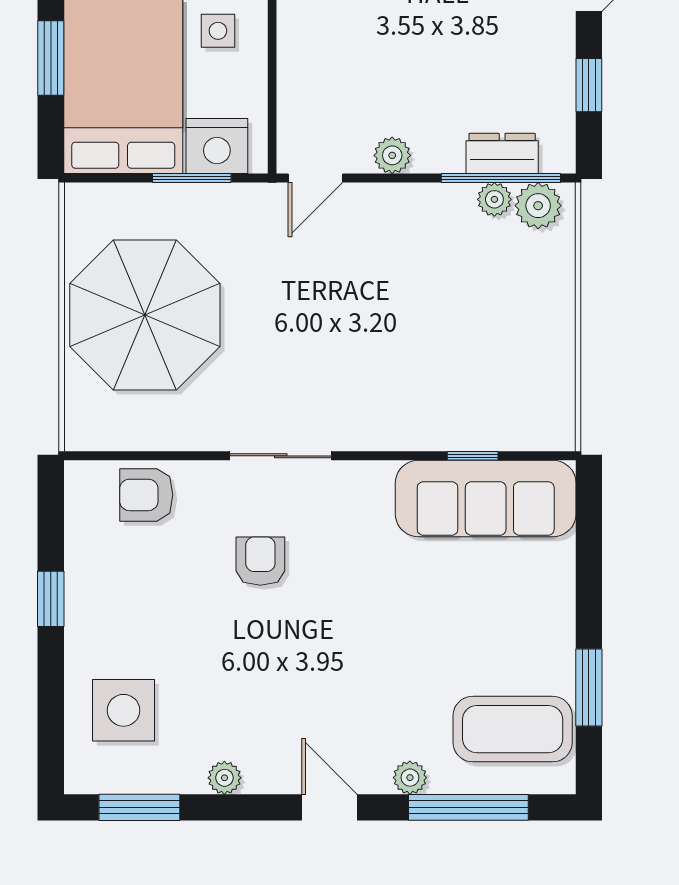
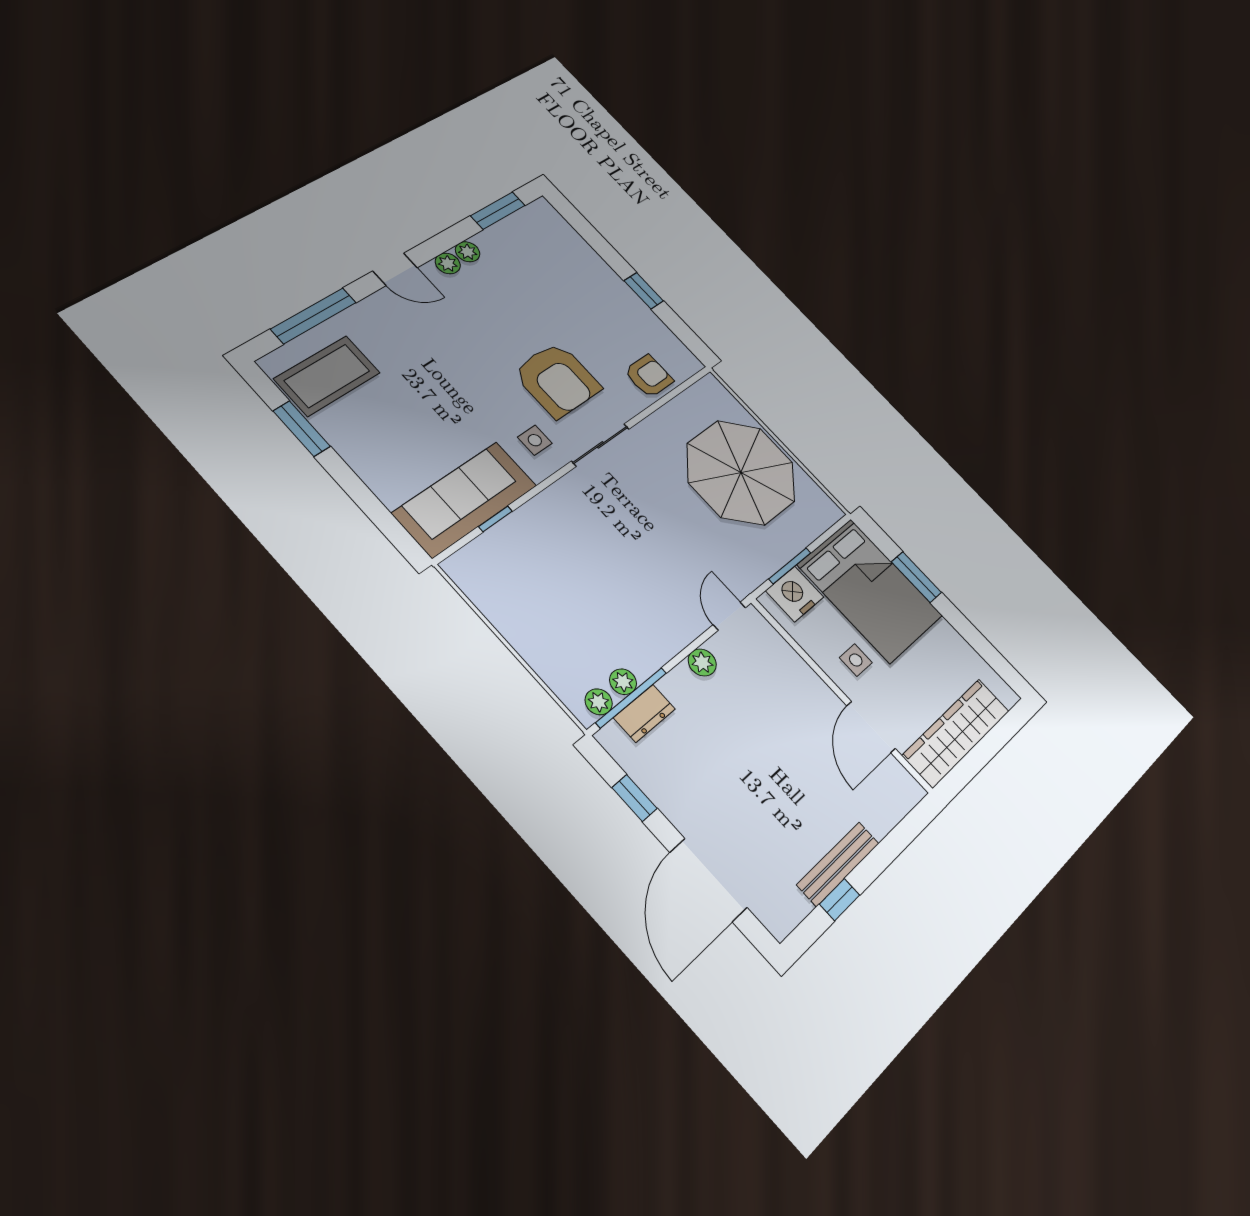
plant: (538, 206) -> (599, 702), width x0.73, depth x0.73
armchair: (260, 561) -> (557, 380), width x1.88, depth x1.88
side table: (124, 710) -> (535, 440), moved, width x0.54, depth x0.54
plant: (410, 778) -> (448, 263), moved

